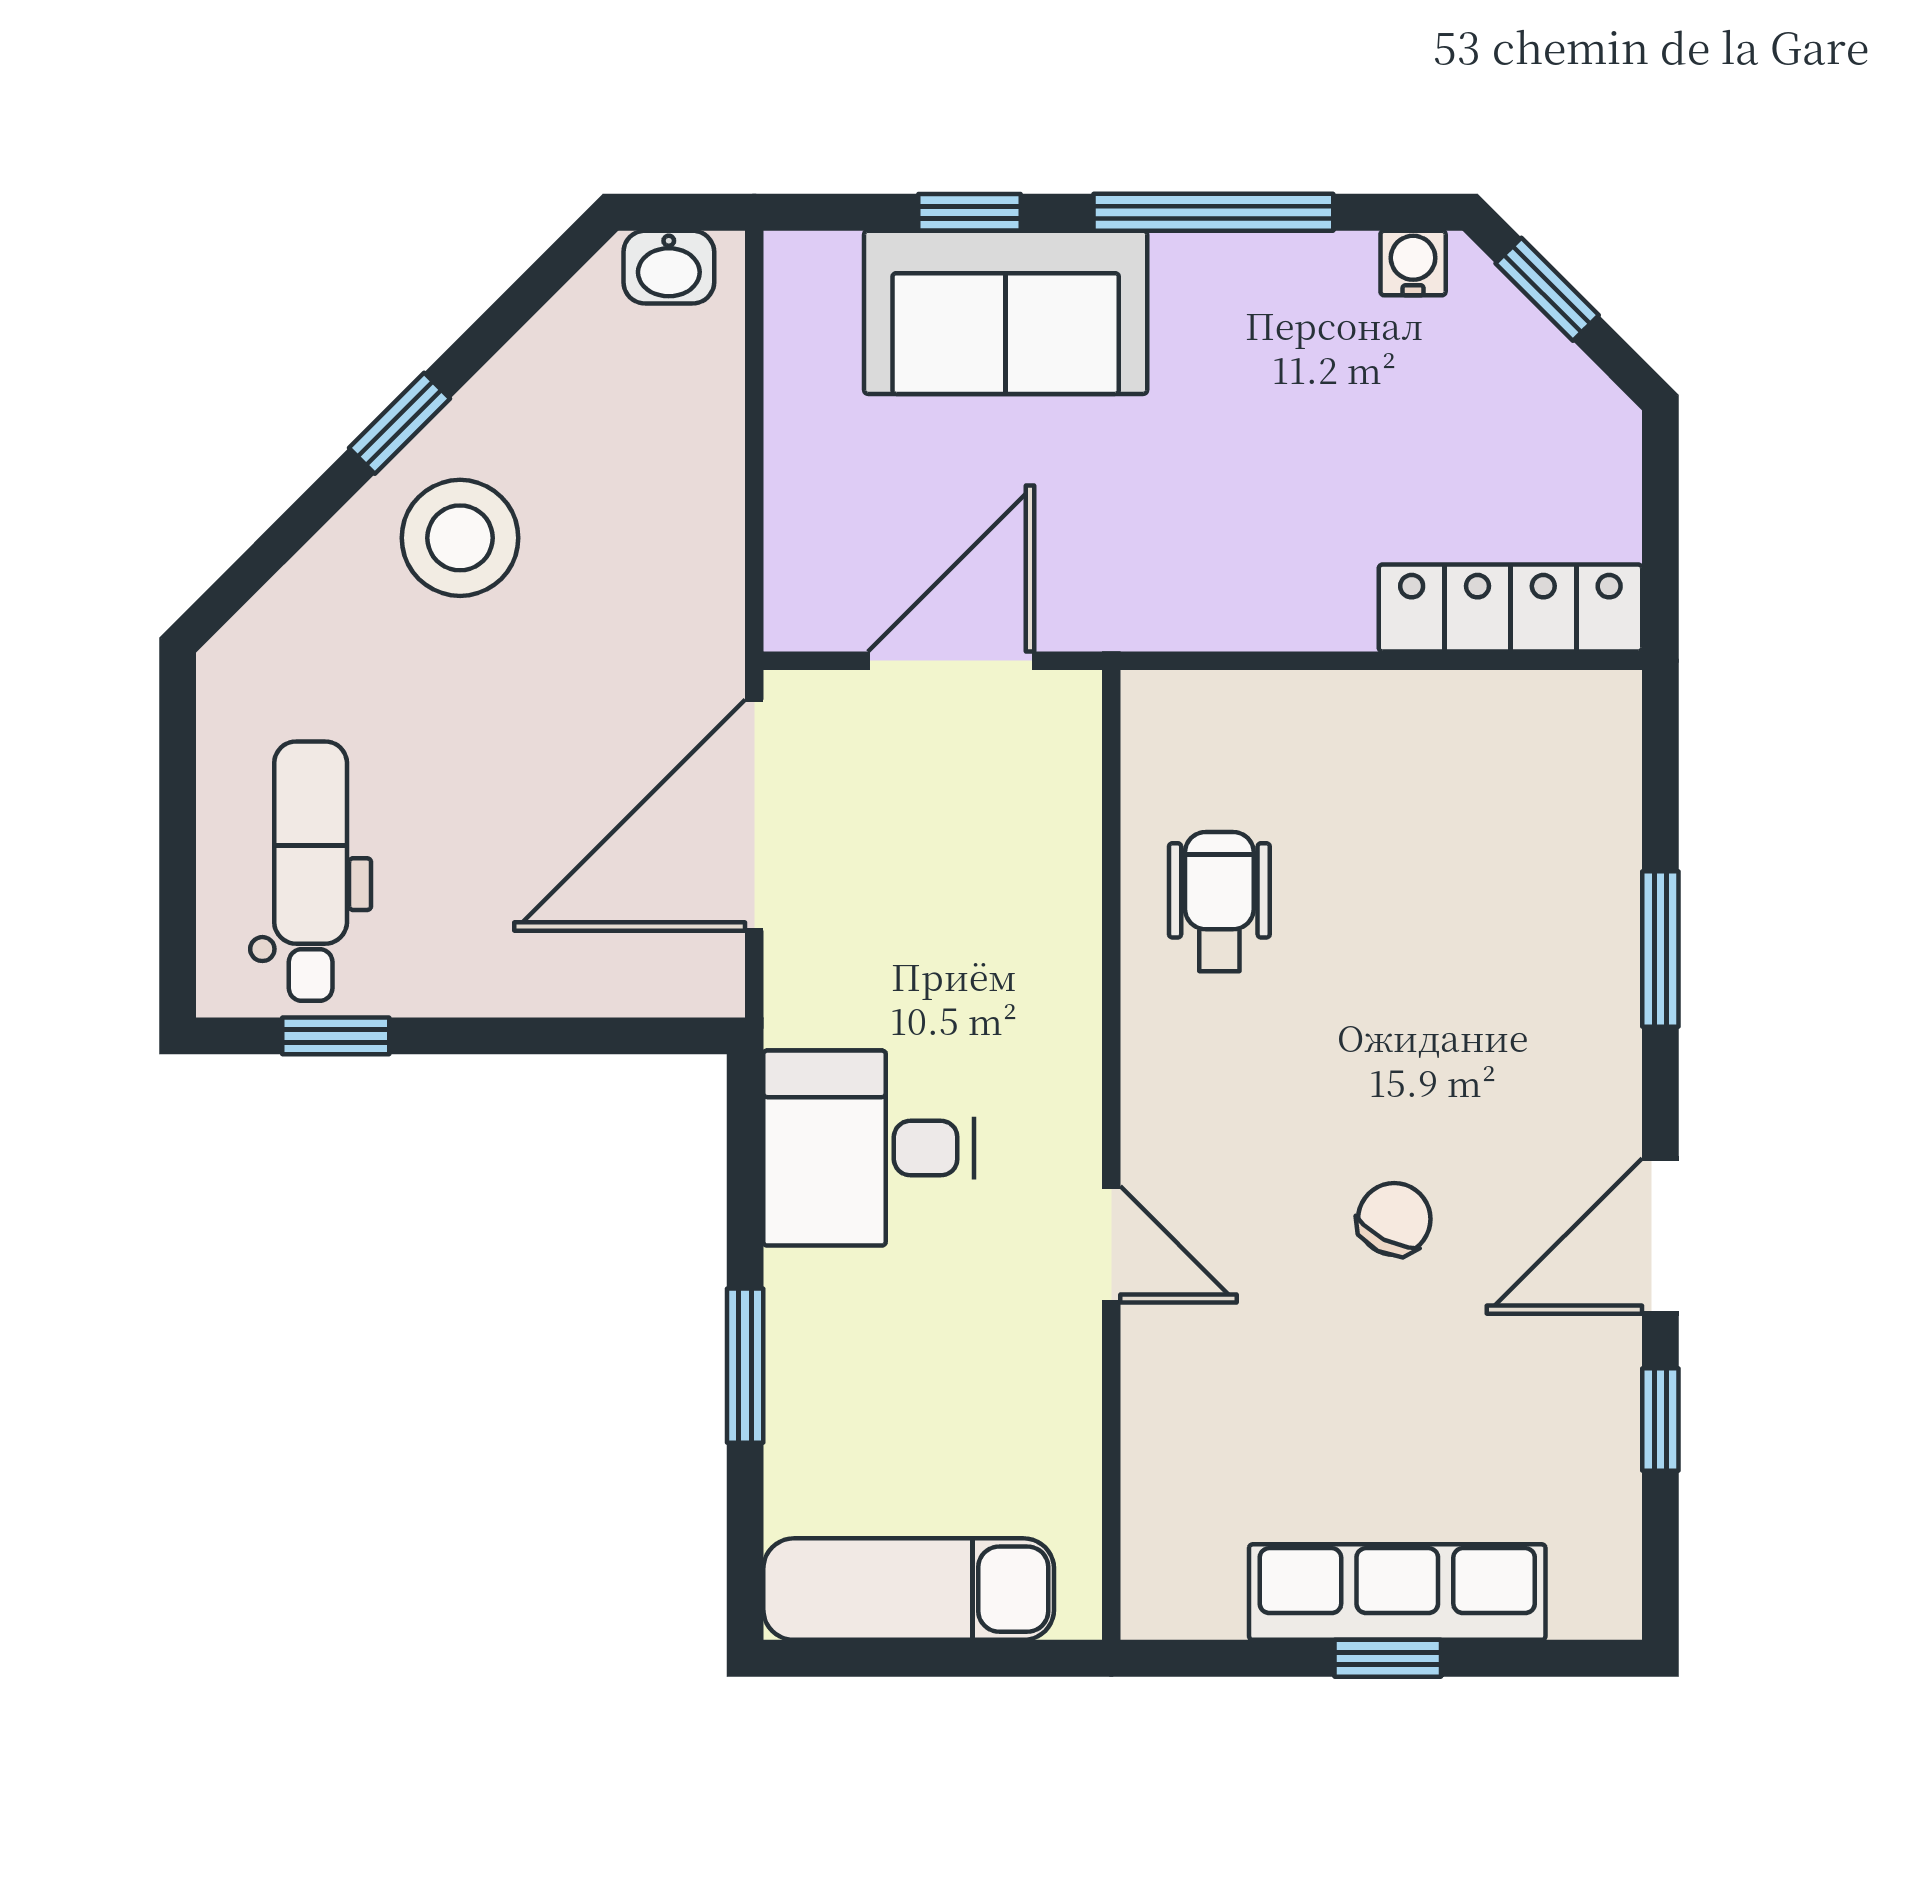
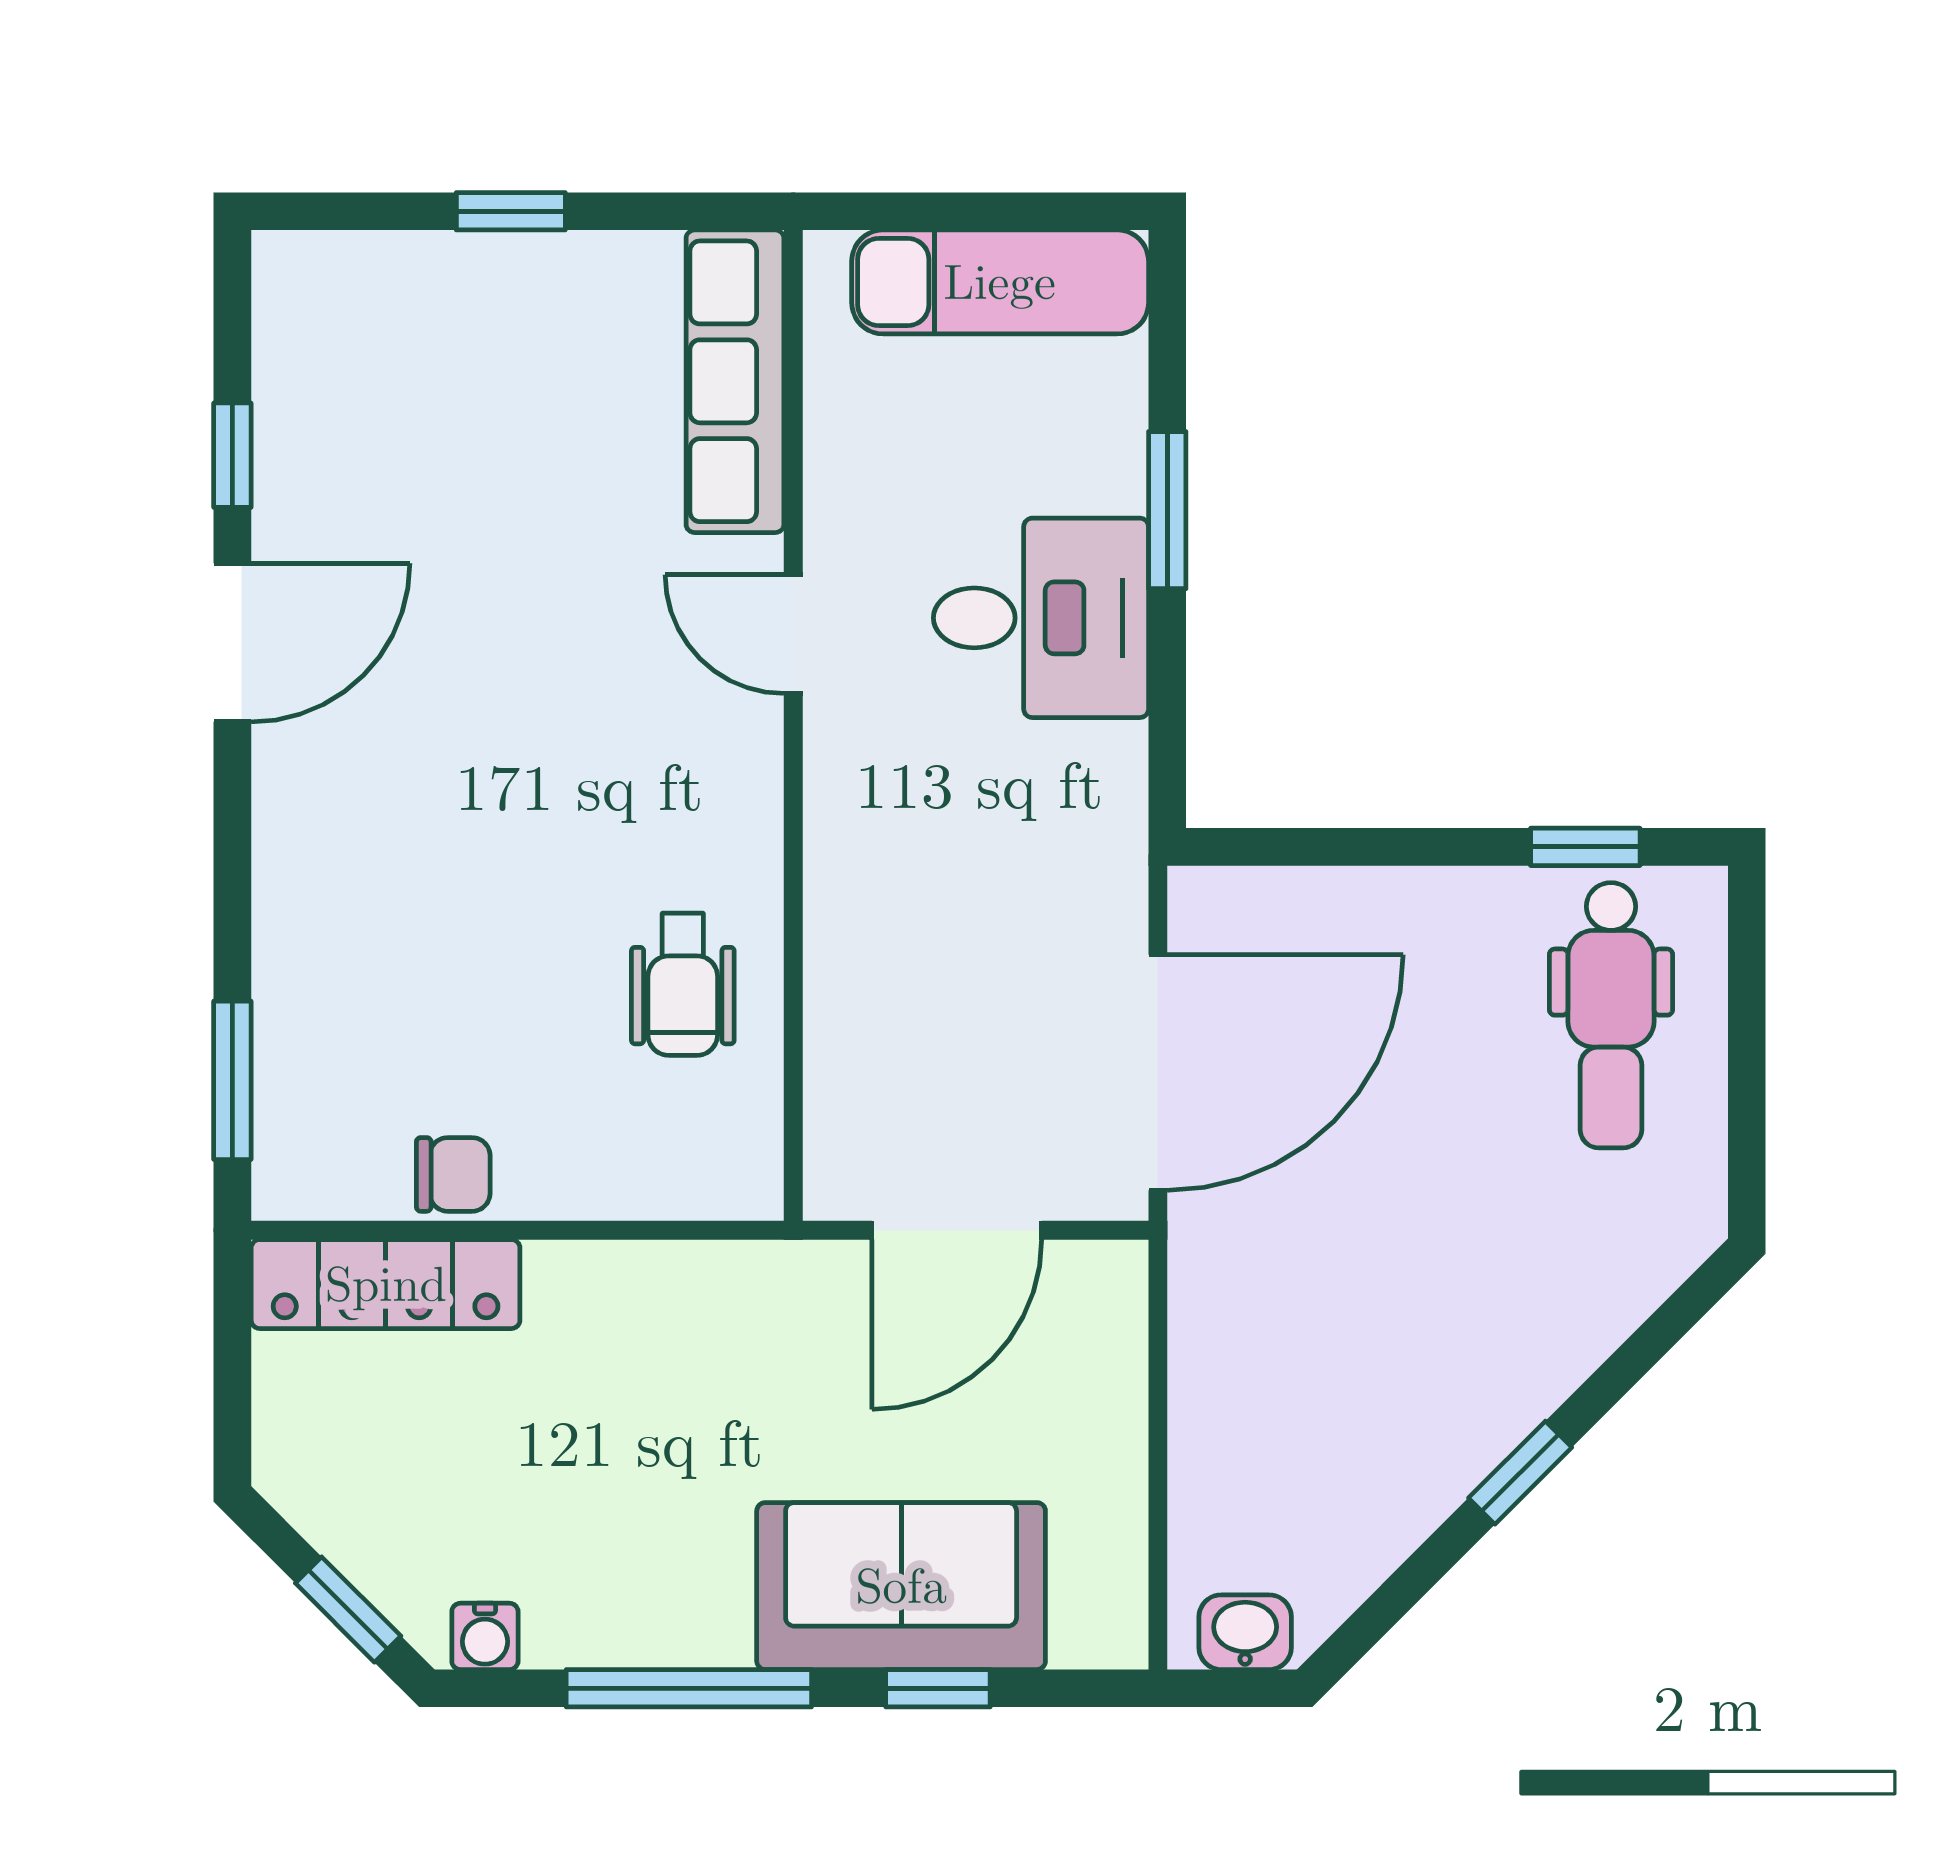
stool: (460, 538) -> (1458, 1356), removed
window: (1660, 949) -> (232, 1080), moved
desk: (869, 1148) -> (1041, 618), moved
chair: (1394, 1219) -> (453, 1174), moved, turned -117
row of seats: (1397, 1592) -> (735, 381), moved, turned 90

